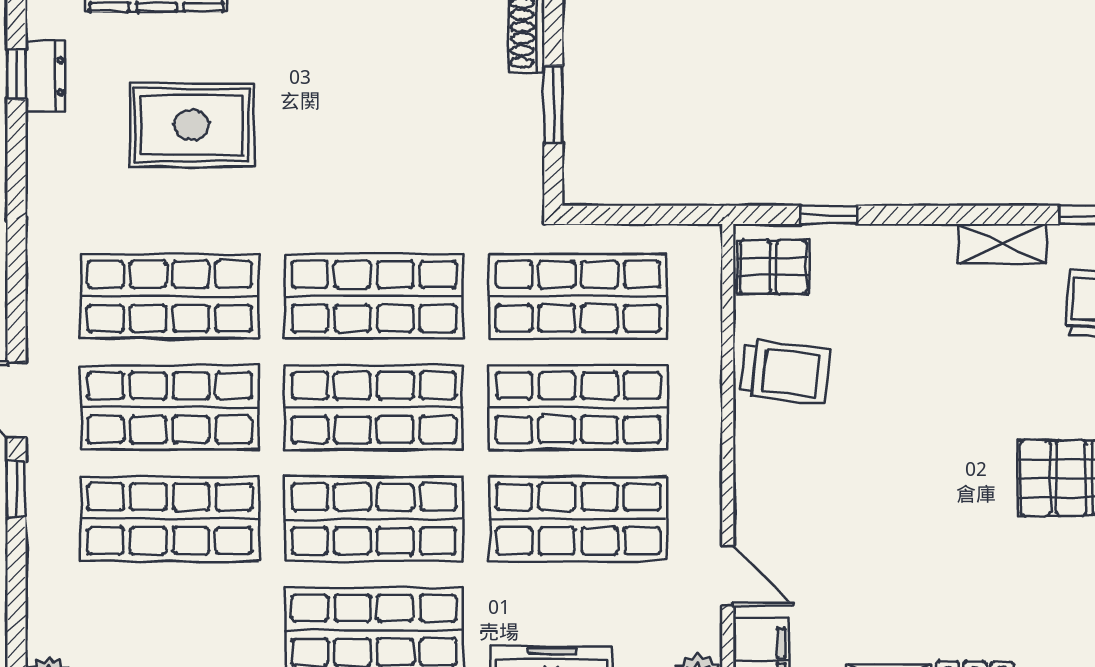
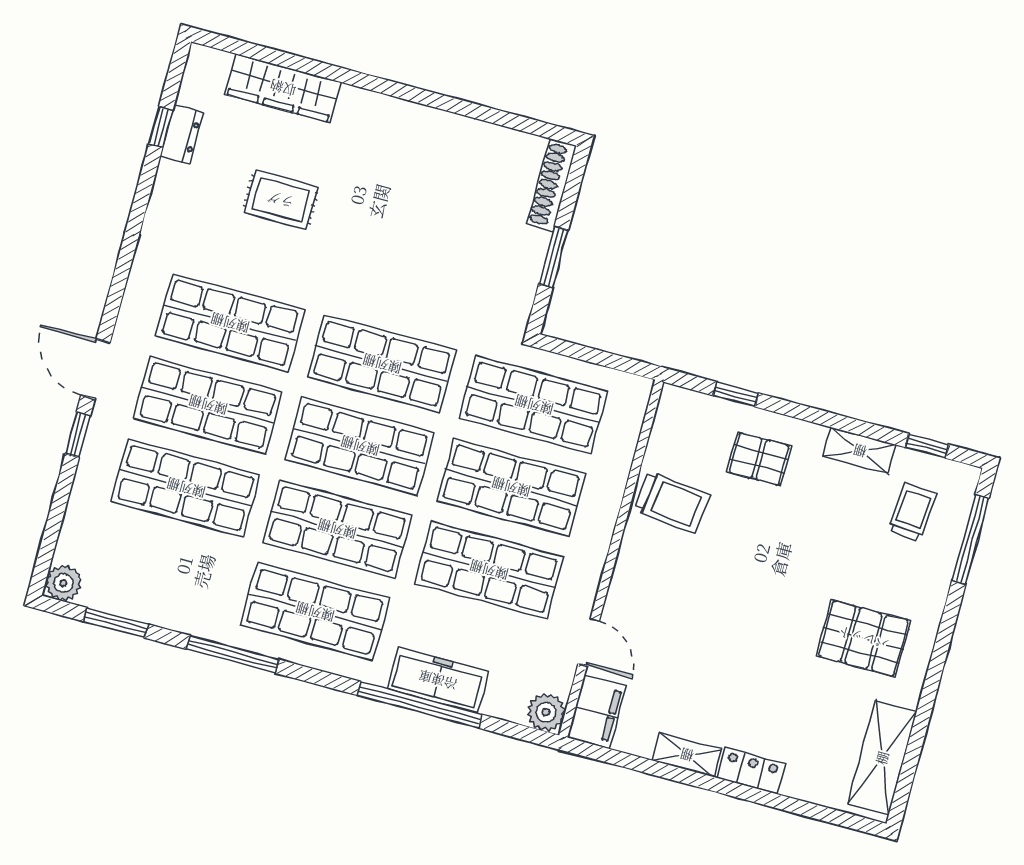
rug: (192, 125) -> (281, 200), width x0.73, depth x0.70
pallet: (773, 267) -> (759, 459), moved

